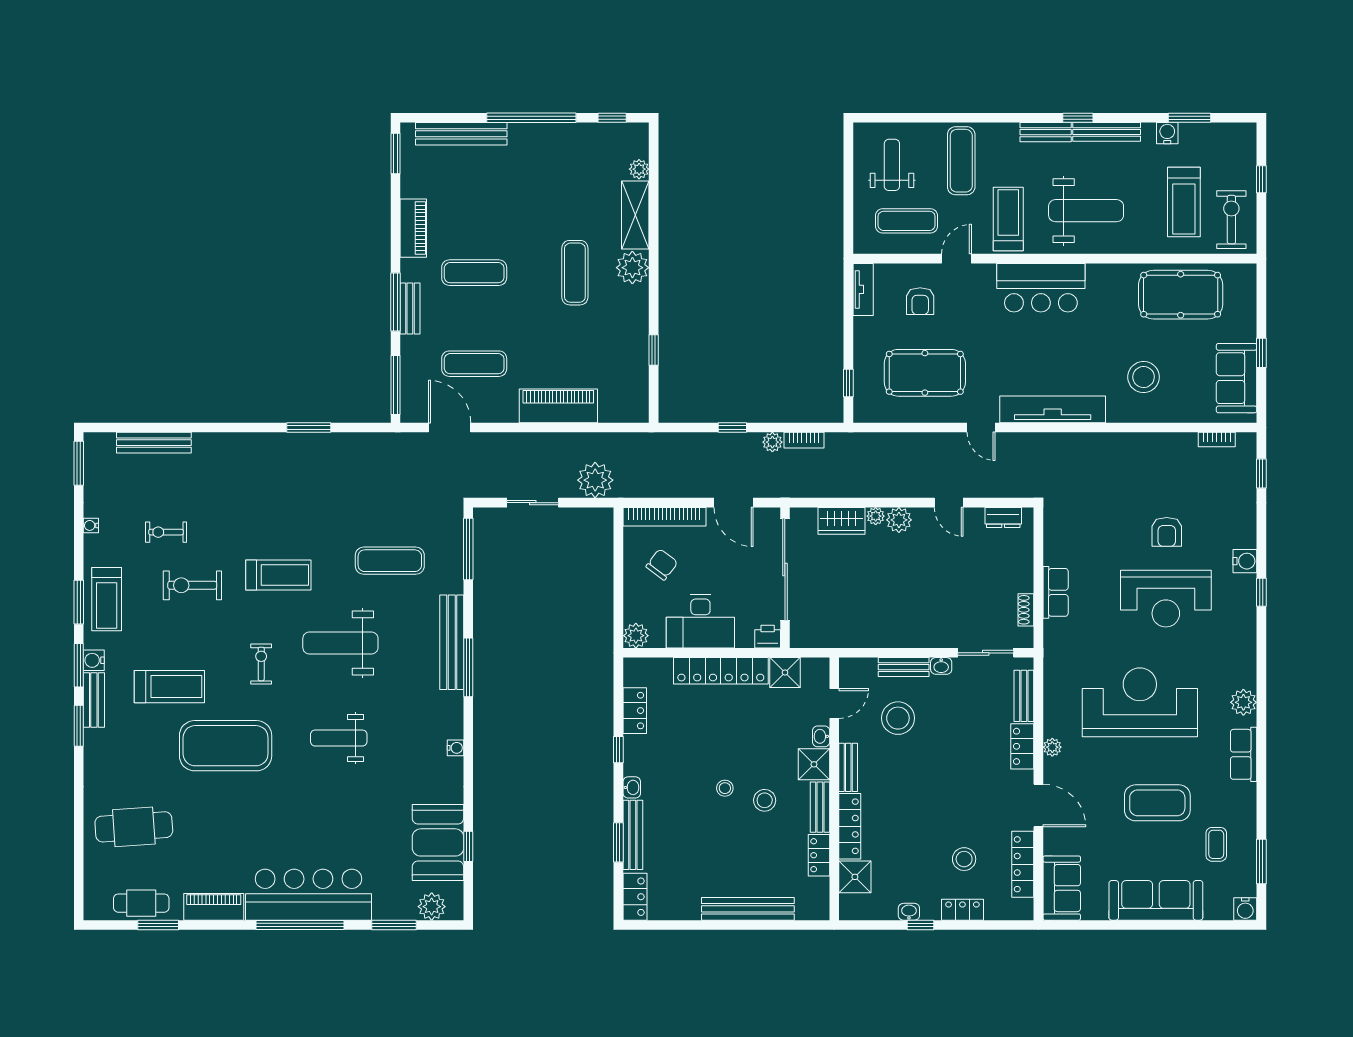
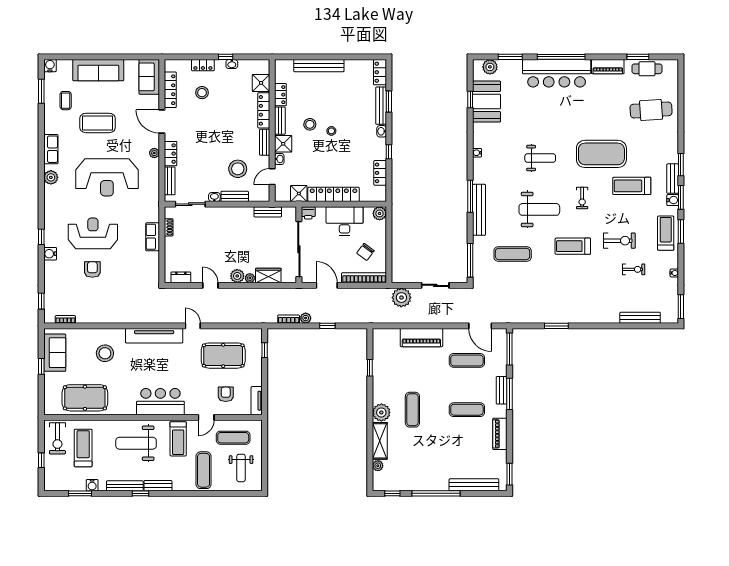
bench: (842, 638) -> (268, 212), added

